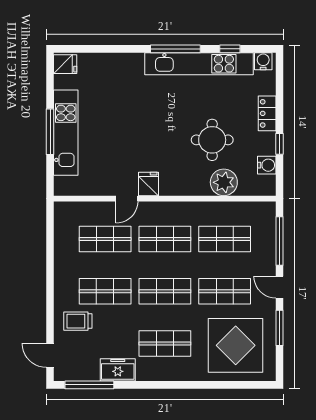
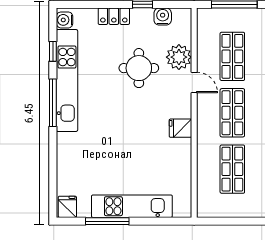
window: (50, 132) -> (107, 221), moved
door: (127, 199) -> (194, 83), moved

